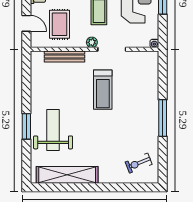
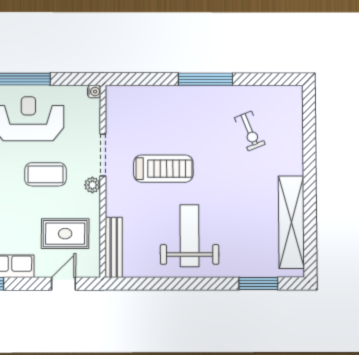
bench: (65, 57) -> (114, 247), moved
window: (26, 126) -> (258, 284), moved
weight bench: (53, 130) -> (190, 236), moved, turned 90
exercise bike: (139, 163) -> (250, 131), moved

